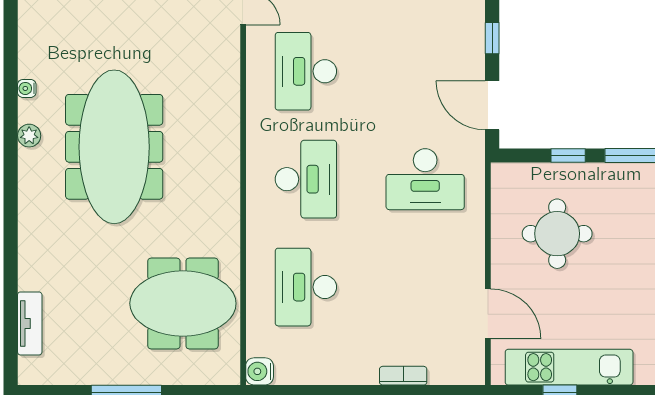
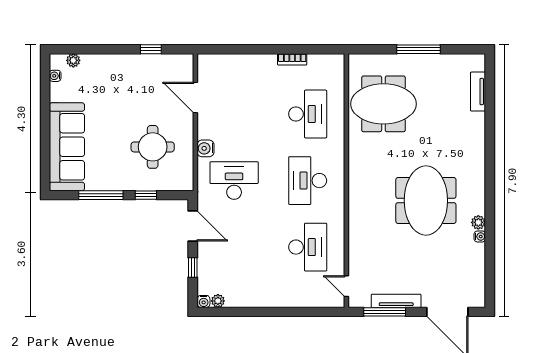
plant: (29, 136) -> (478, 222), moved
meeting table: (114, 147) -> (426, 200), width x0.73
kitchen unit: (569, 367) -> (145, 65), removed
water cooler: (260, 371) -> (206, 148), moved, turned 180
bookcase: (403, 376) -> (292, 59), moved

